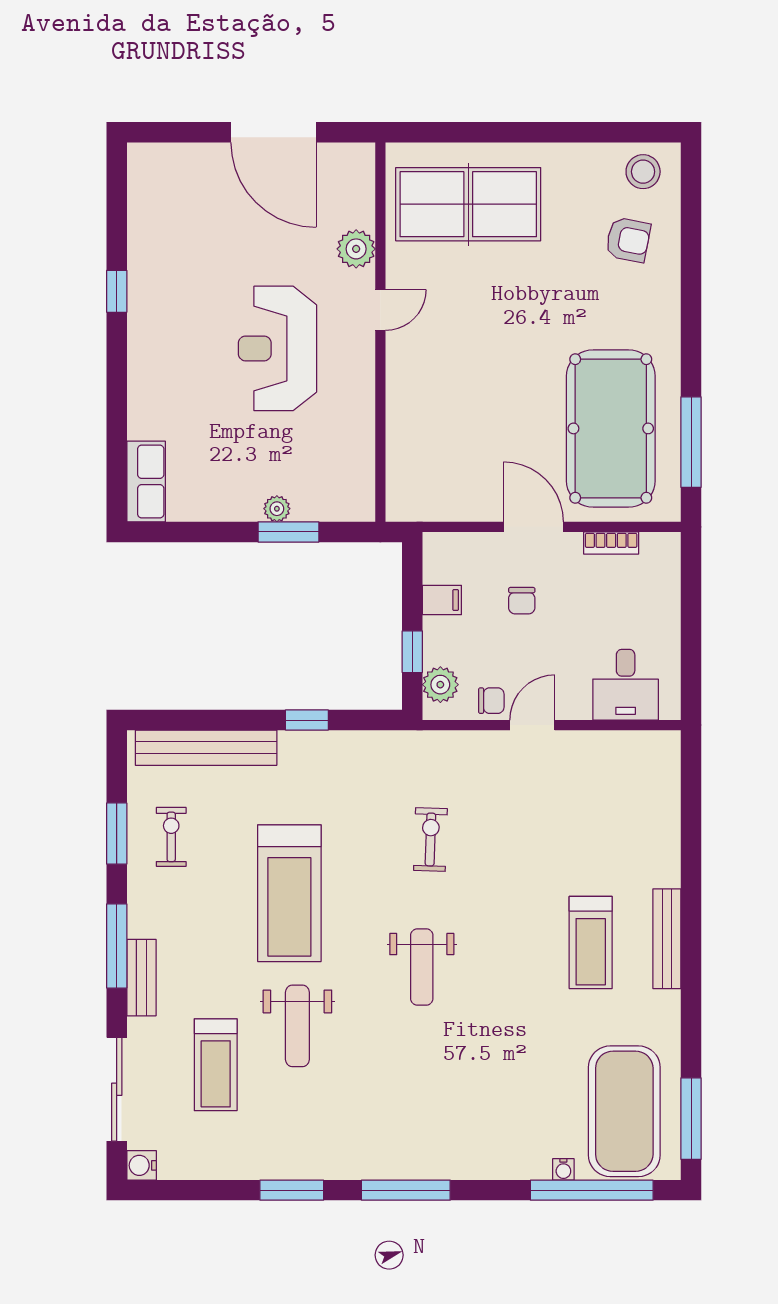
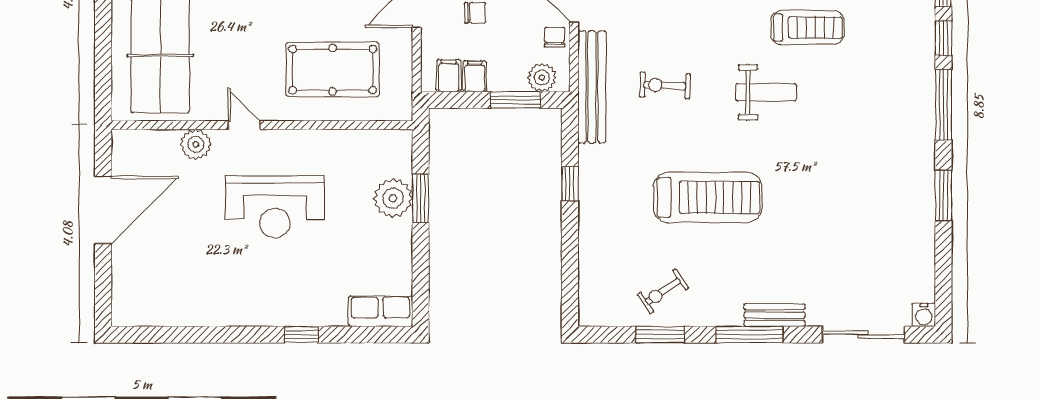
window: (117, 291) -> (302, 335), moved
pool table: (450, 421) -> (333, 70), added
plant: (277, 509) -> (393, 198), width x1.88, depth x1.88
filing cabinet: (443, 567) -> (449, 76), added
window: (412, 652) -> (516, 100), width x1.50
bench: (206, 748) -> (592, 87), moved
exercise bike: (171, 837) -> (663, 291), turned -34
weight bench: (297, 1026) -> (813, 191), removed
treadmill: (216, 1065) -> (807, 28), moved
window: (490, 1190) -> (943, 38), added

